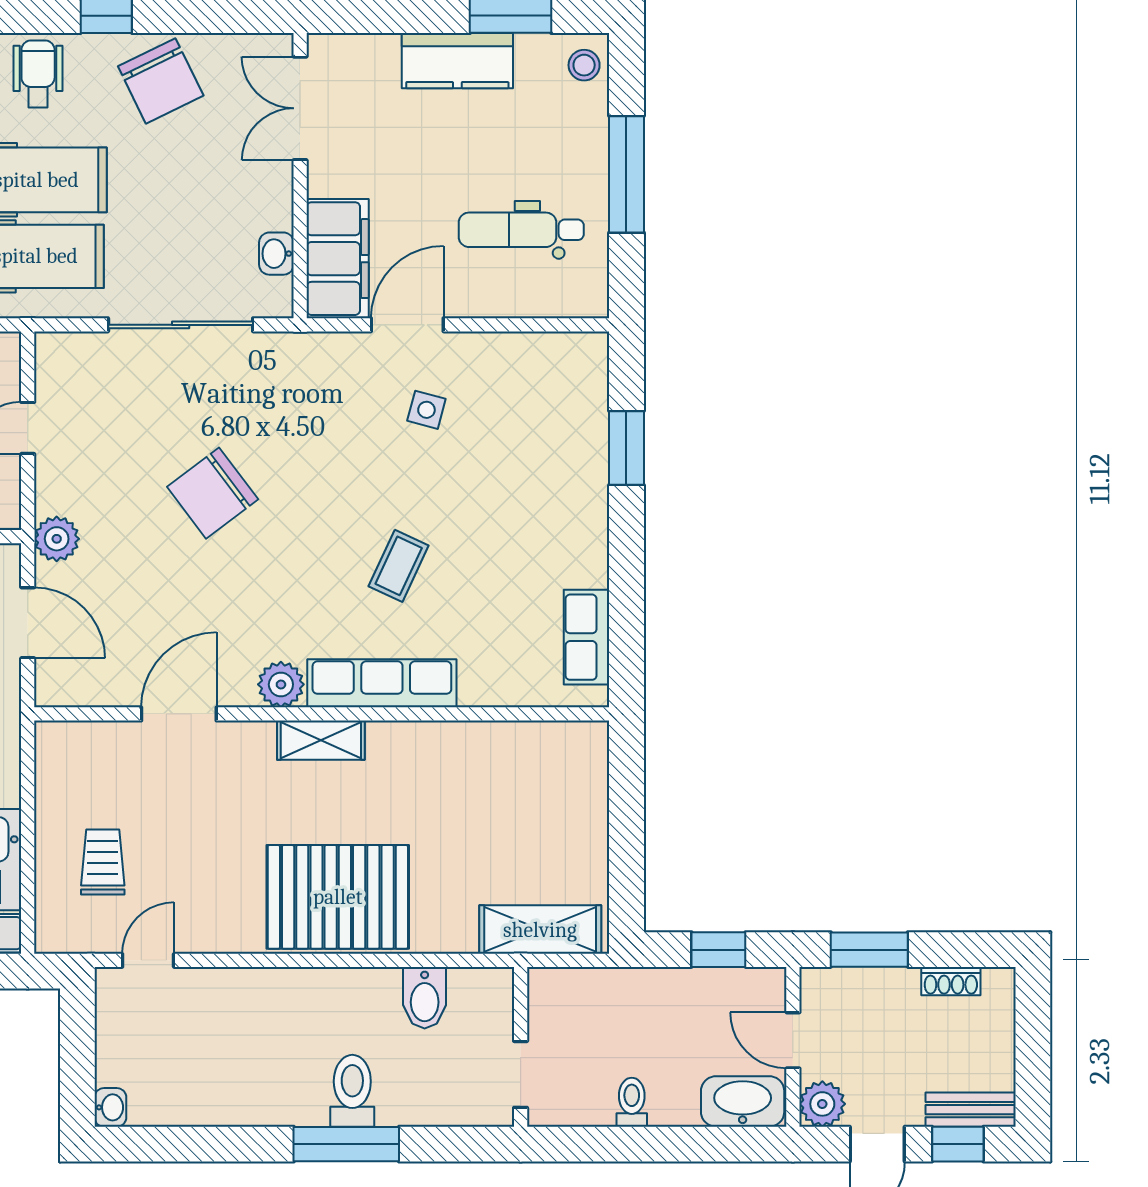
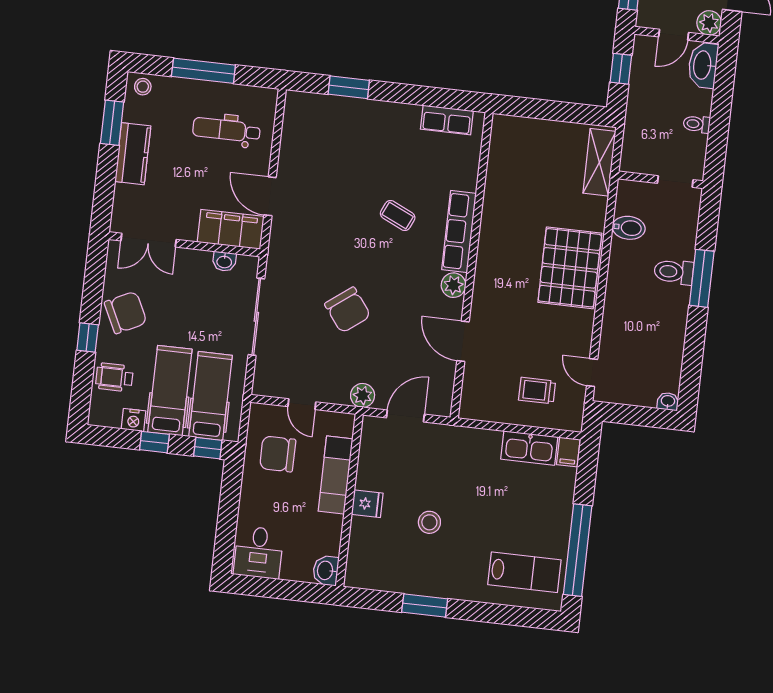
dental chair: (521, 230) -> (226, 130), turned 90
side table: (426, 410) -> (316, 191), removed
shelving: (321, 740) -> (485, 267), removed

